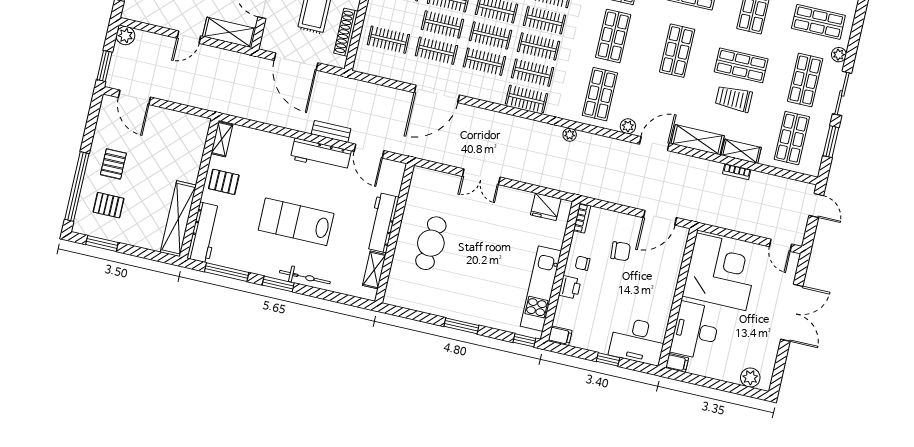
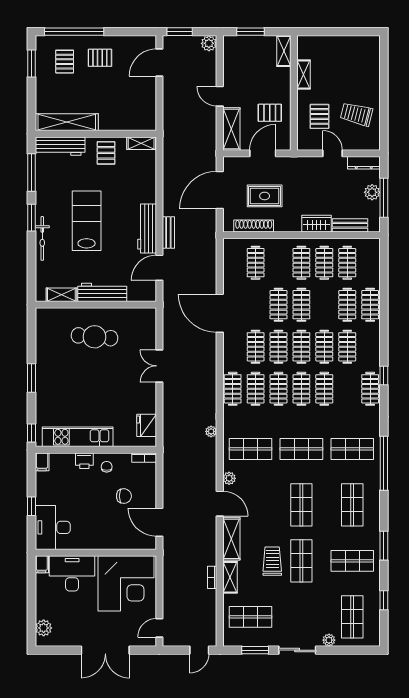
clothes rail: (436, 51) -> (256, 305), removed
shop shelf: (677, 51) -> (301, 505), turned 90
shop shelf: (805, 80) -> (301, 617), removed
chair: (621, 251) -> (124, 496), turned -86

